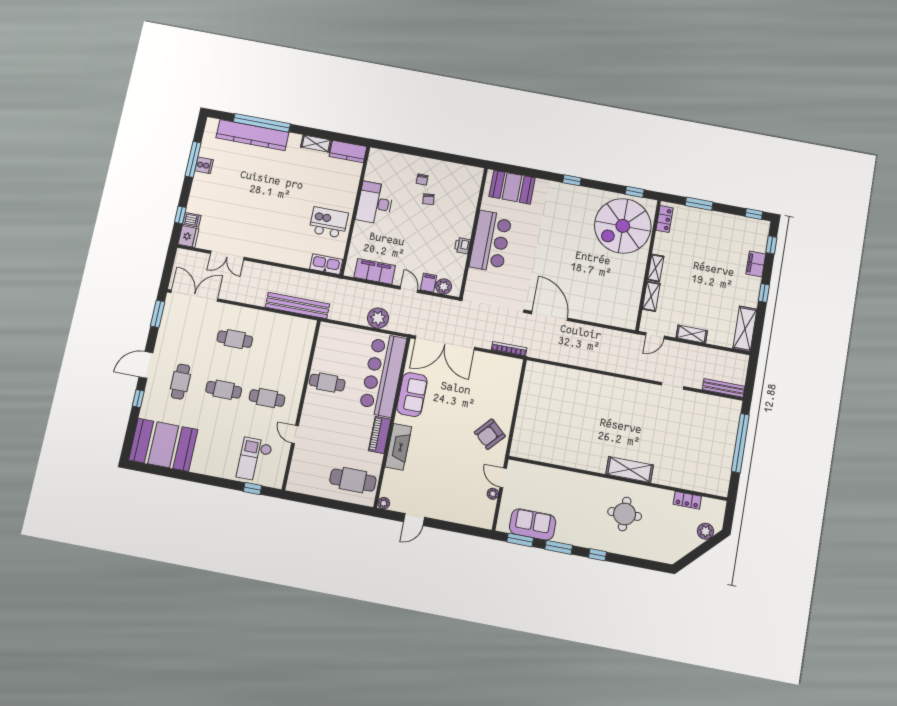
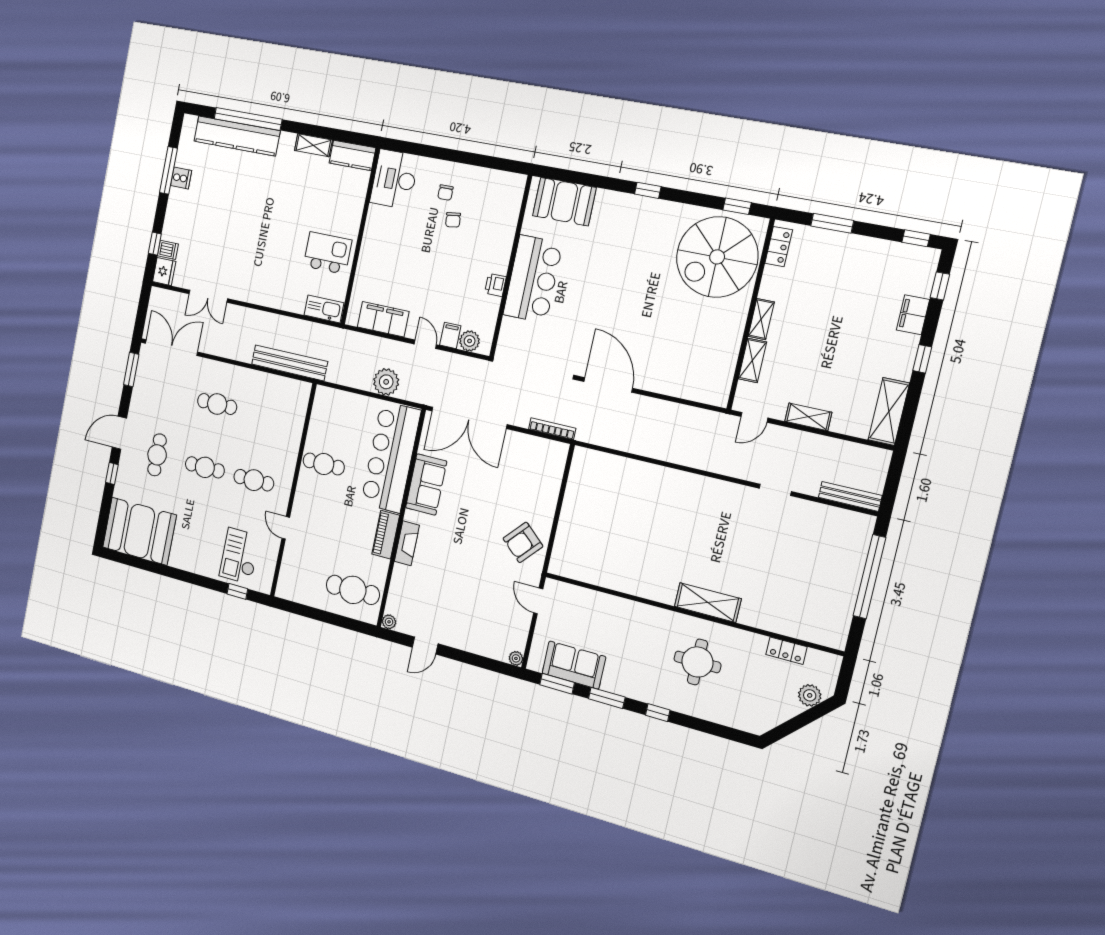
desk: (375, 203) -> (394, 179), moved
fireplace: (398, 447) -> (407, 543), width x0.73, depth x0.76
plant: (493, 494) -> (516, 658), moved

